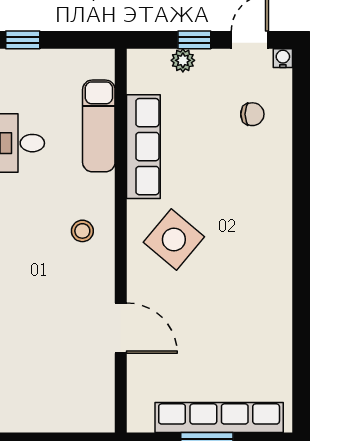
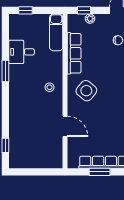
window: (194, 40) -> (84, 10), moved
exam couch: (99, 126) -> (56, 32), moved

